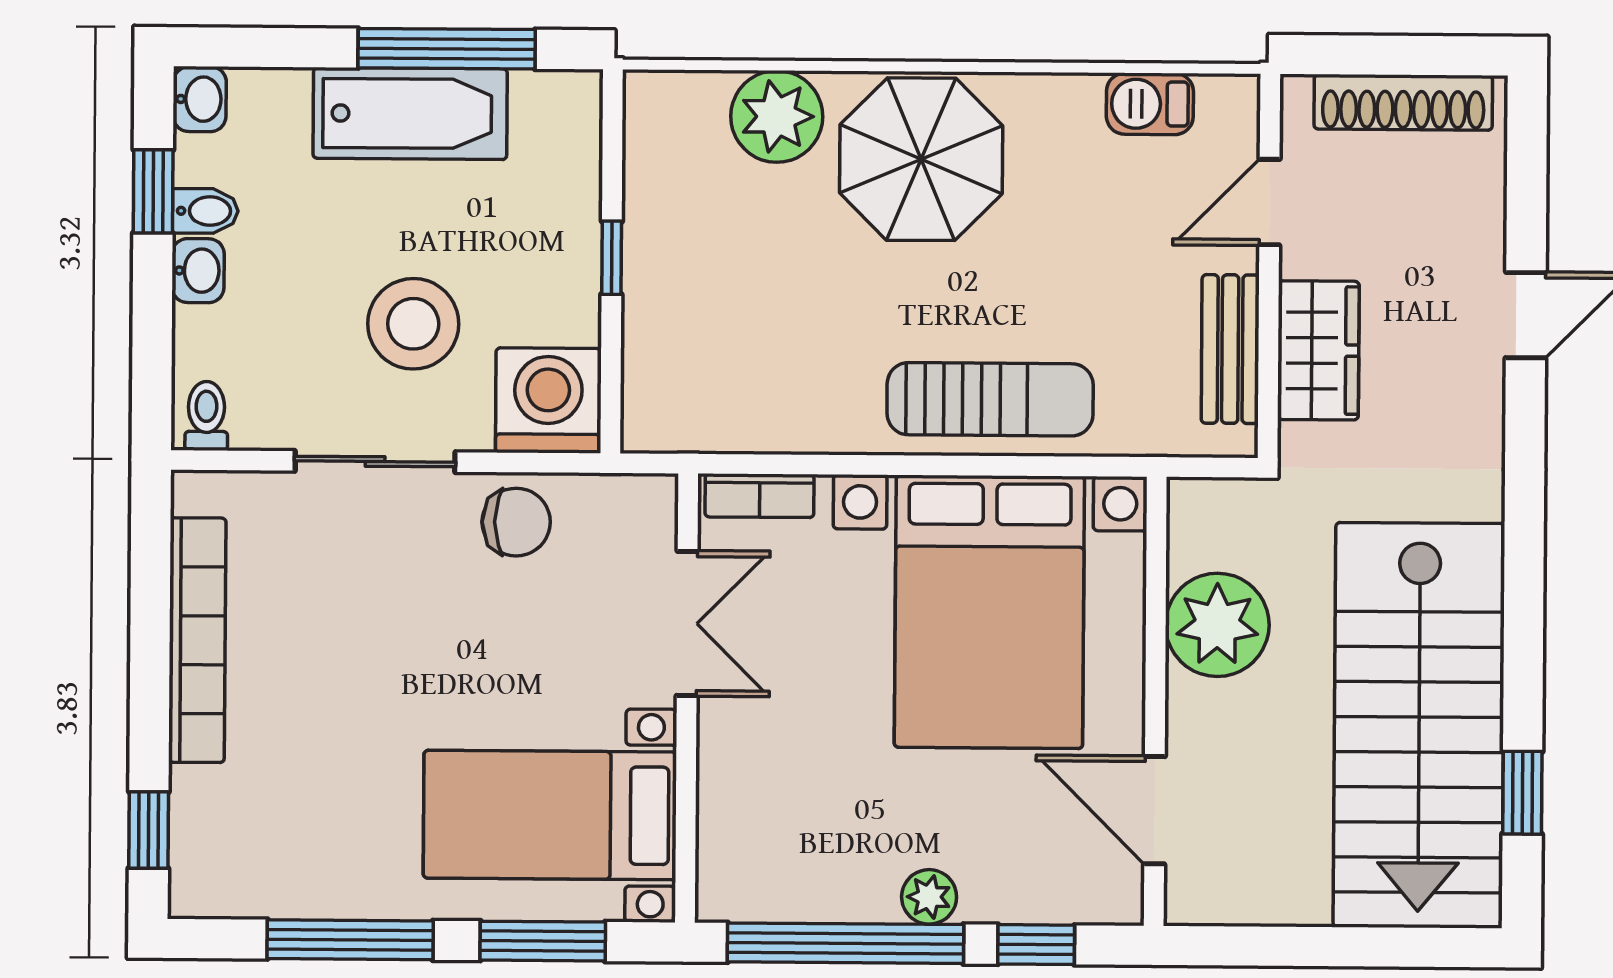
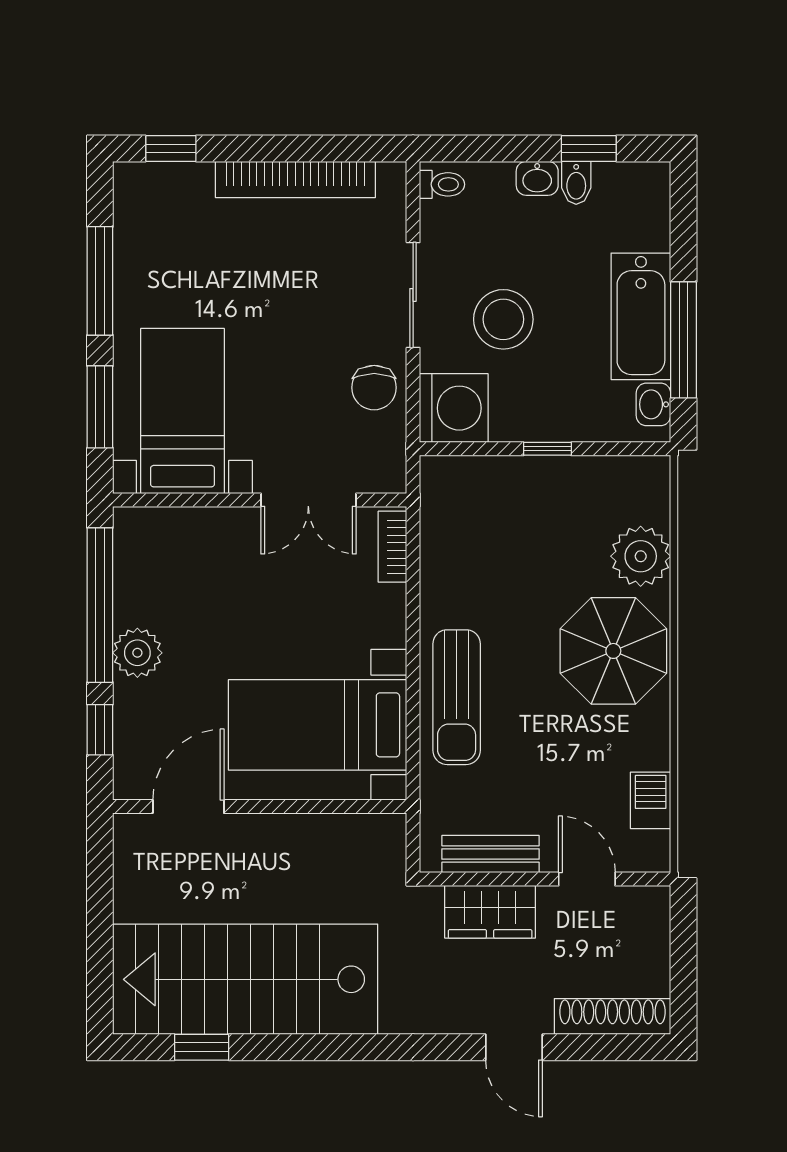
washbasin: (200, 99) -> (653, 404), moved, turned 90
shoe rack: (1403, 102) -> (613, 1016), moved, turned 90
bed with nightstands: (989, 612) -> (317, 725), width x0.73
plant: (1217, 625) -> (310, 847), removed
plant: (929, 897) -> (137, 653), width x1.38, depth x1.38

